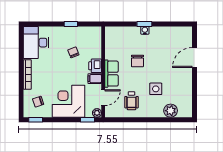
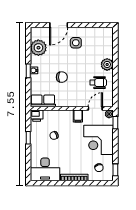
plant: (170, 35) -> (38, 48), added
door: (195, 57) -> (59, 25), hinge flipped
printer: (95, 66) -> (37, 116), moved
row of seats: (111, 74) -> (43, 101), moved
side table: (156, 89) -> (76, 43), moved
door: (103, 98) -> (95, 108), hinge flipped
plant: (171, 111) -> (107, 64), moved

